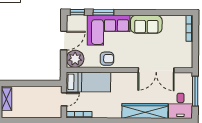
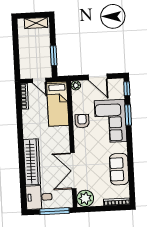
sofa: (146, 24) -> (119, 169), moved
plant: (75, 59) -> (76, 85), width x0.53, depth x0.53
armchair: (107, 59) -> (82, 121), turned 180
plant: (184, 60) -> (85, 198), added
window: (40, 83) -> (54, 56), added

